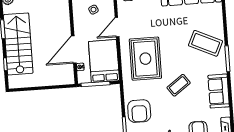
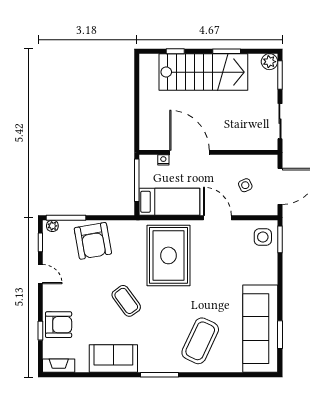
coffee table: (206, 43) -> (200, 341), moved
rug: (145, 59) -> (168, 255), turned 90
bed: (104, 61) -> (169, 202), width x0.67
armchair: (139, 111) -> (93, 241), turned -100

